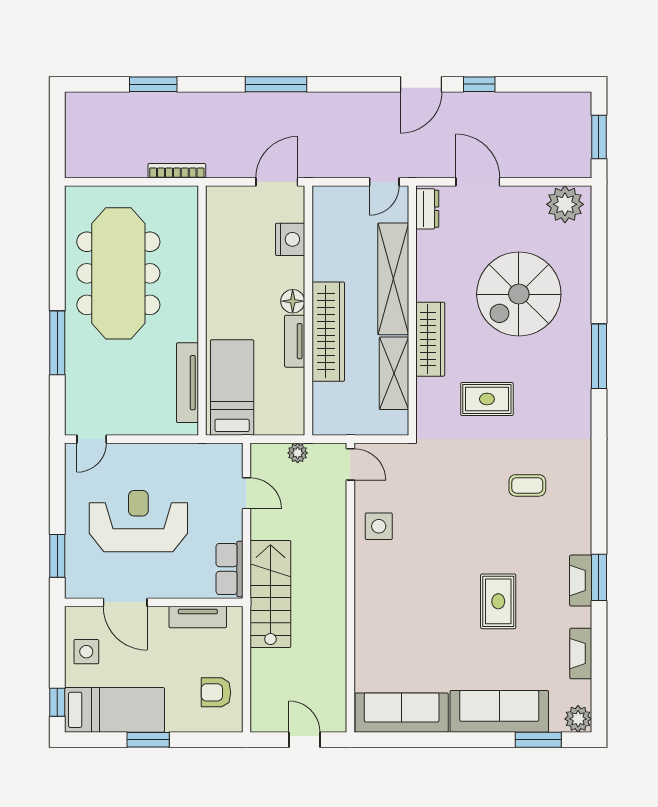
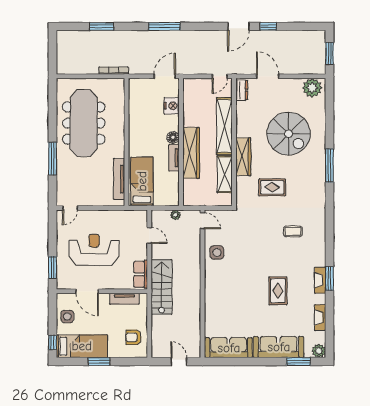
spiral stairs: (519, 294) -> (289, 134), turned -90

